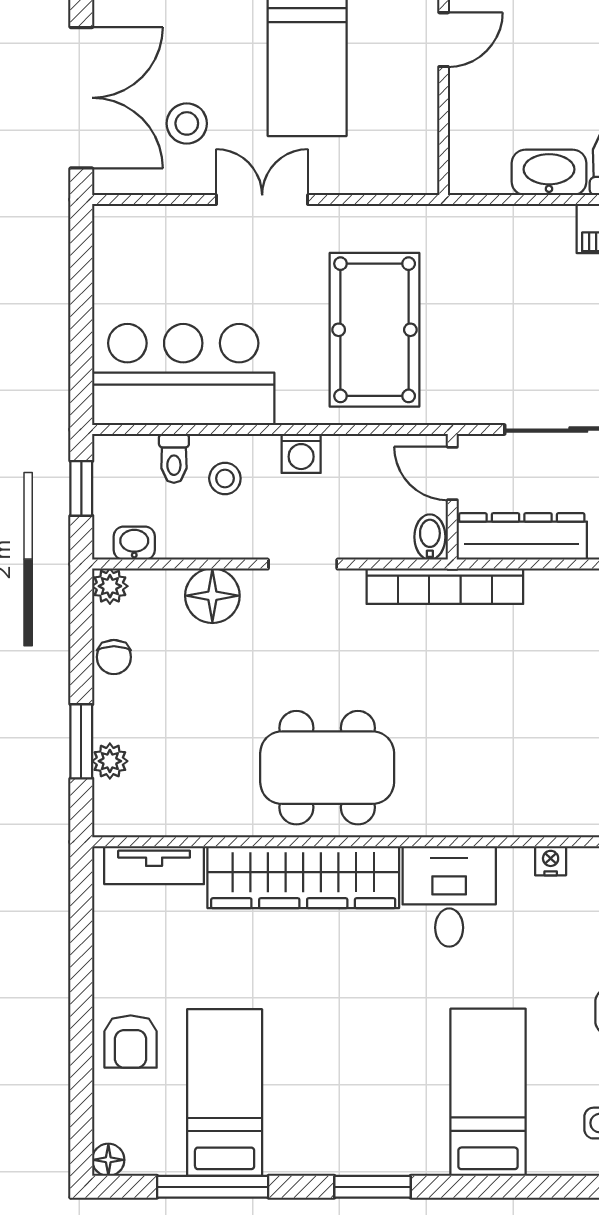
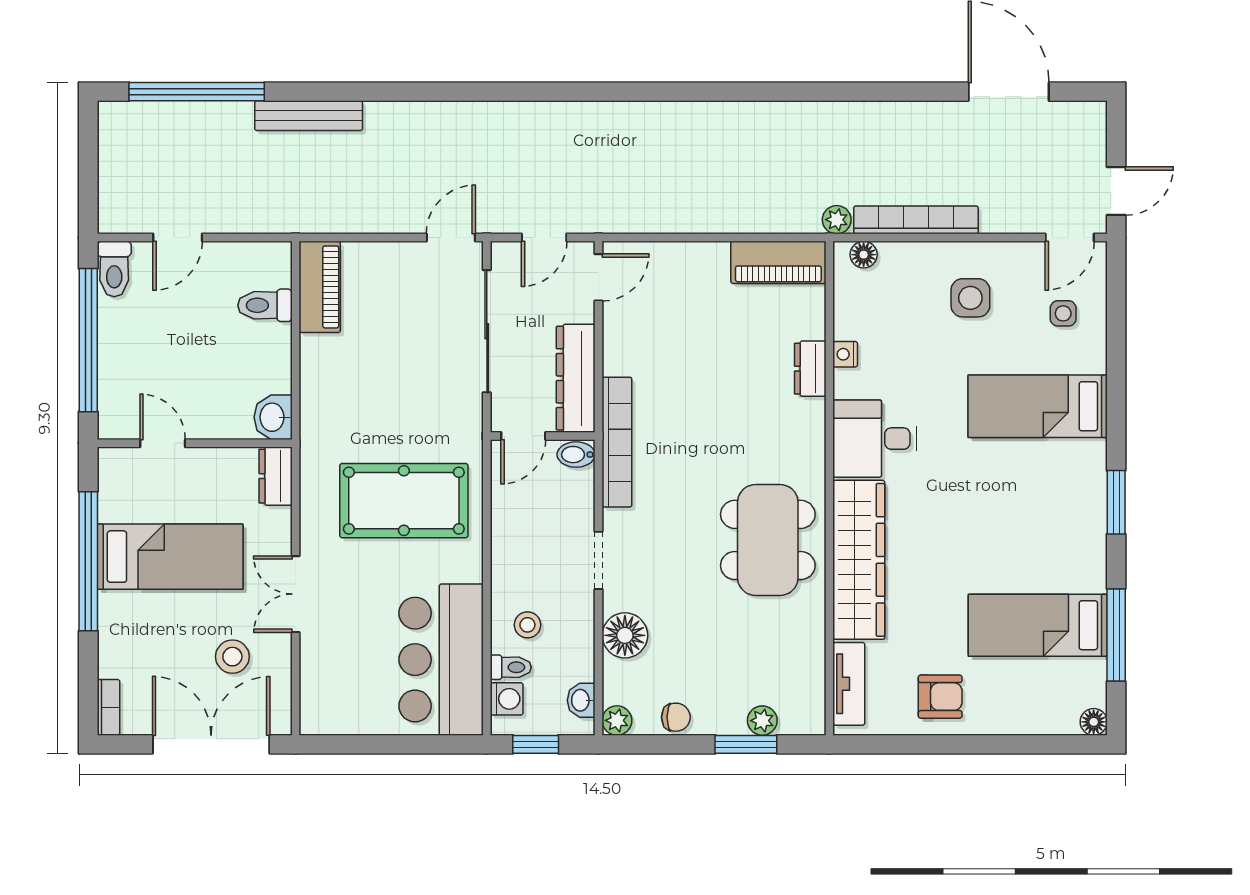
washbasin: (549, 172) -> (273, 417), moved, width x0.72
dresser: (404, 175) -> (276, 476), added
washing machine: (301, 453) -> (507, 699), moved
dresser: (533, 819) -> (810, 369), added
armchair: (131, 1042) -> (940, 697), moved

